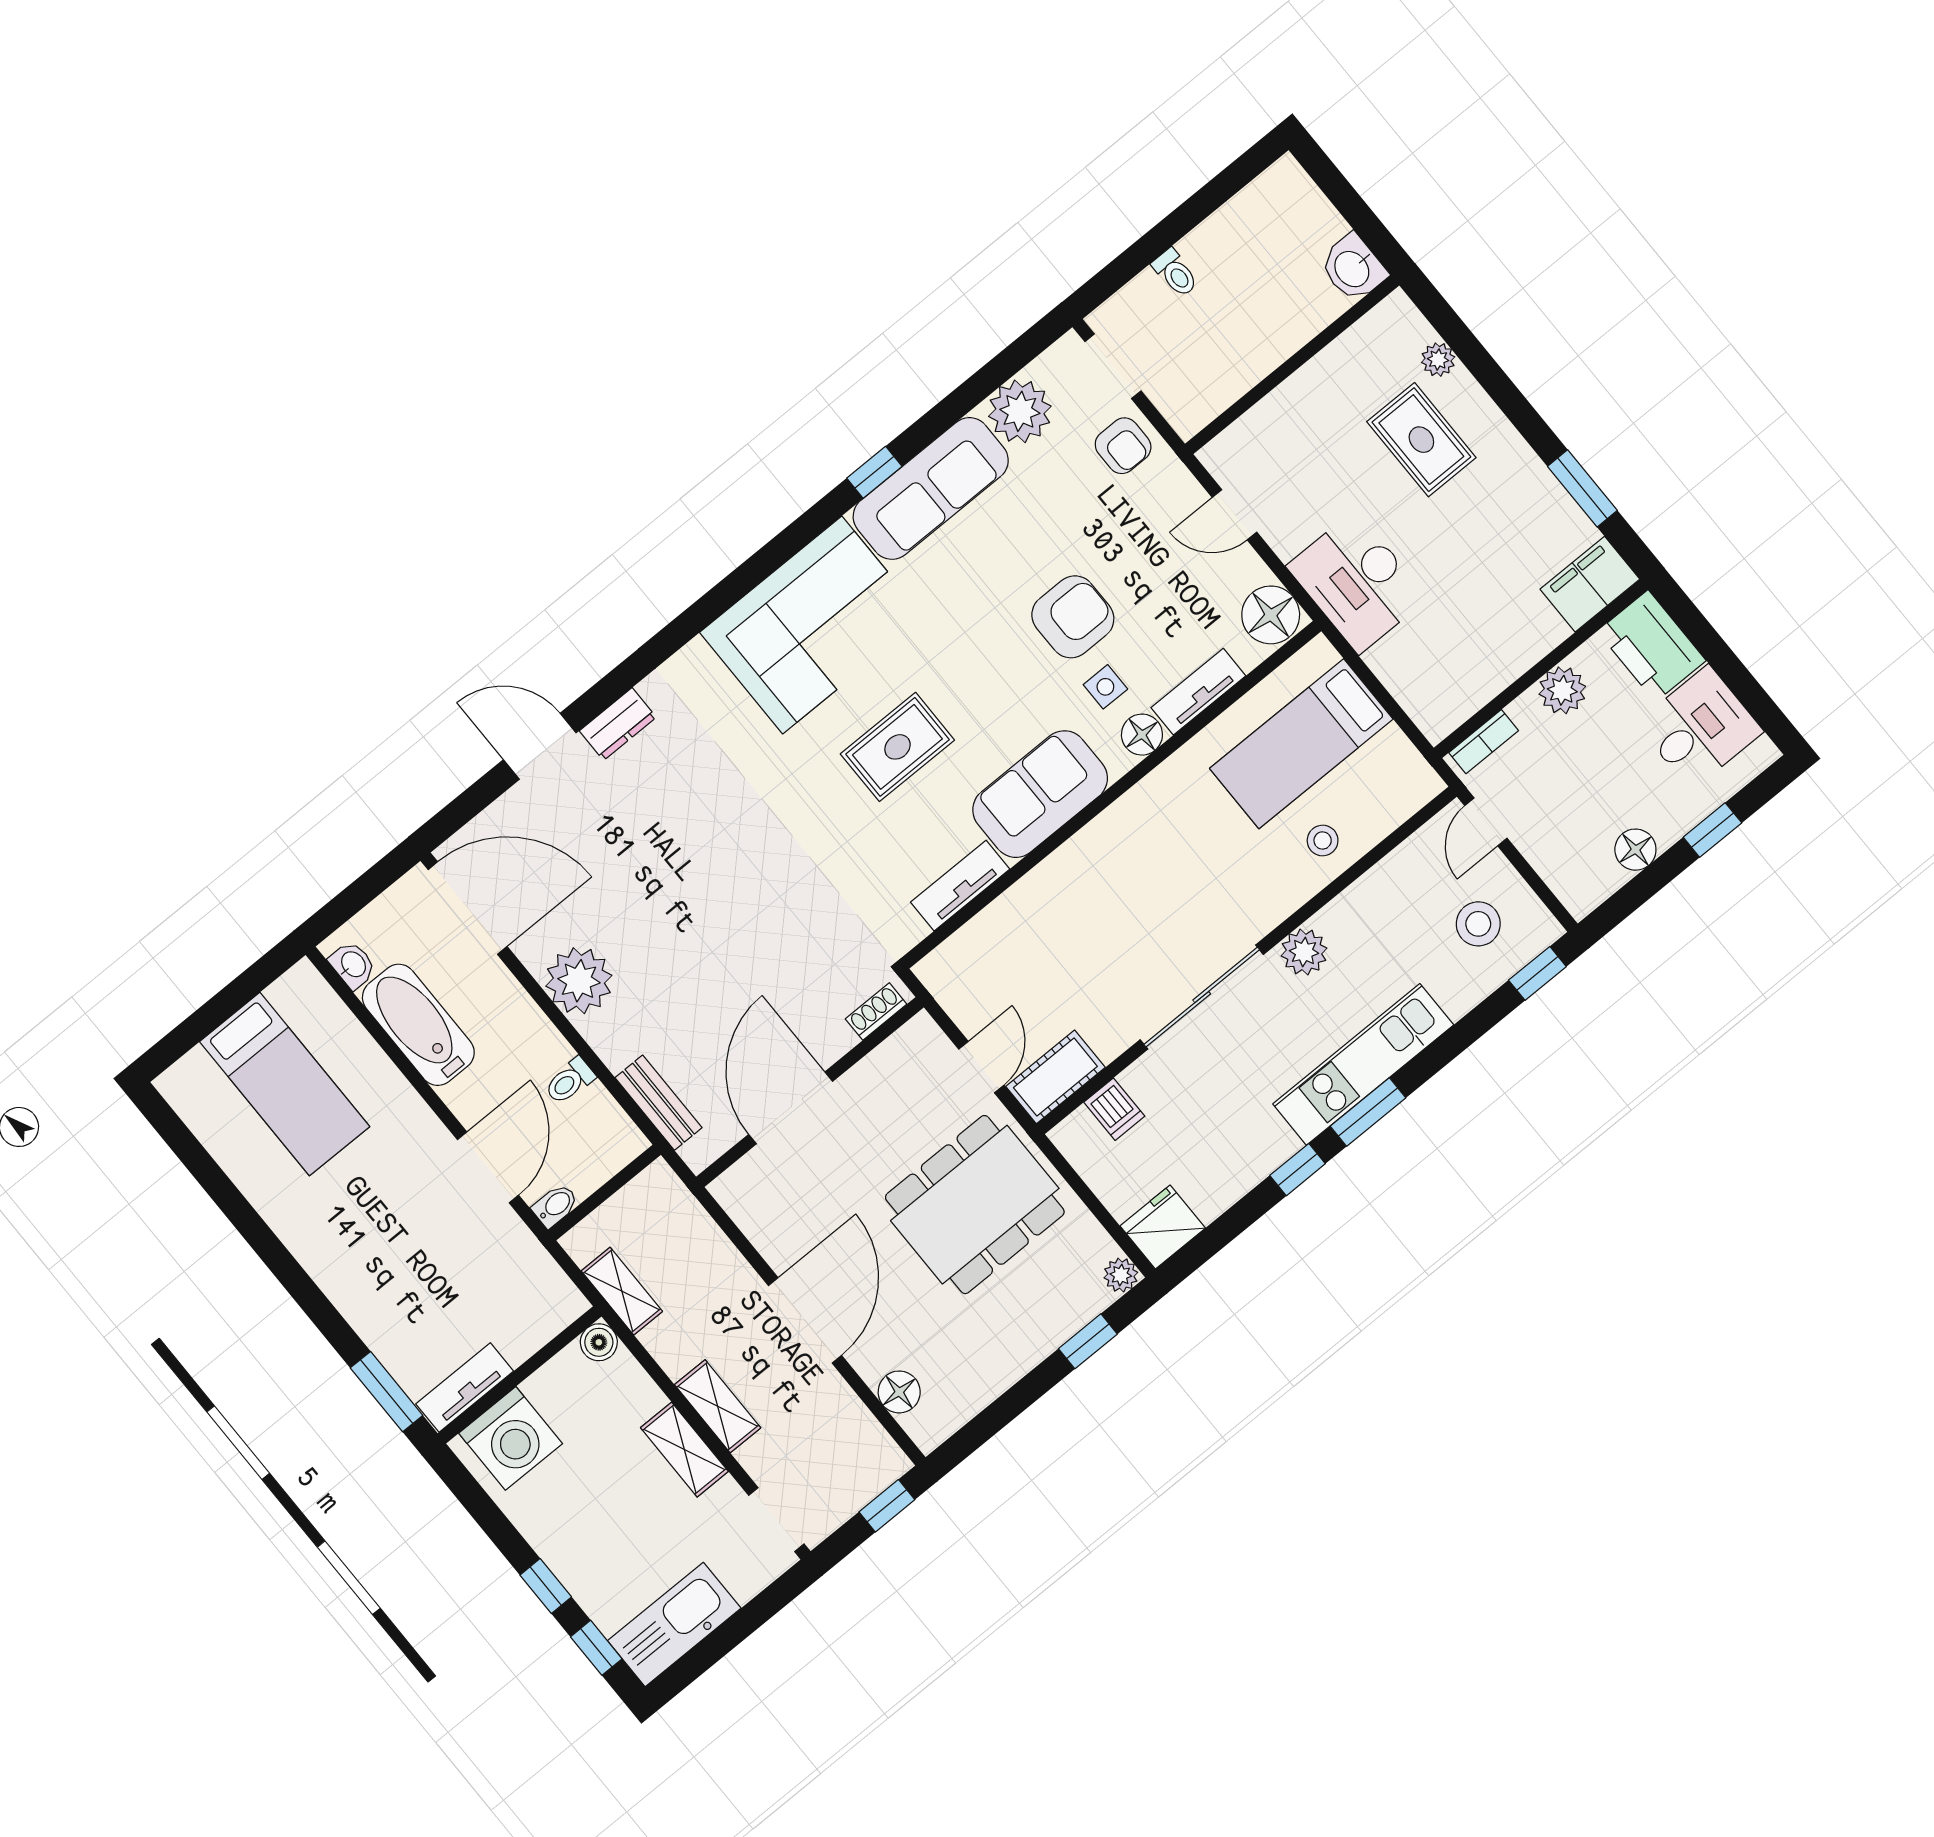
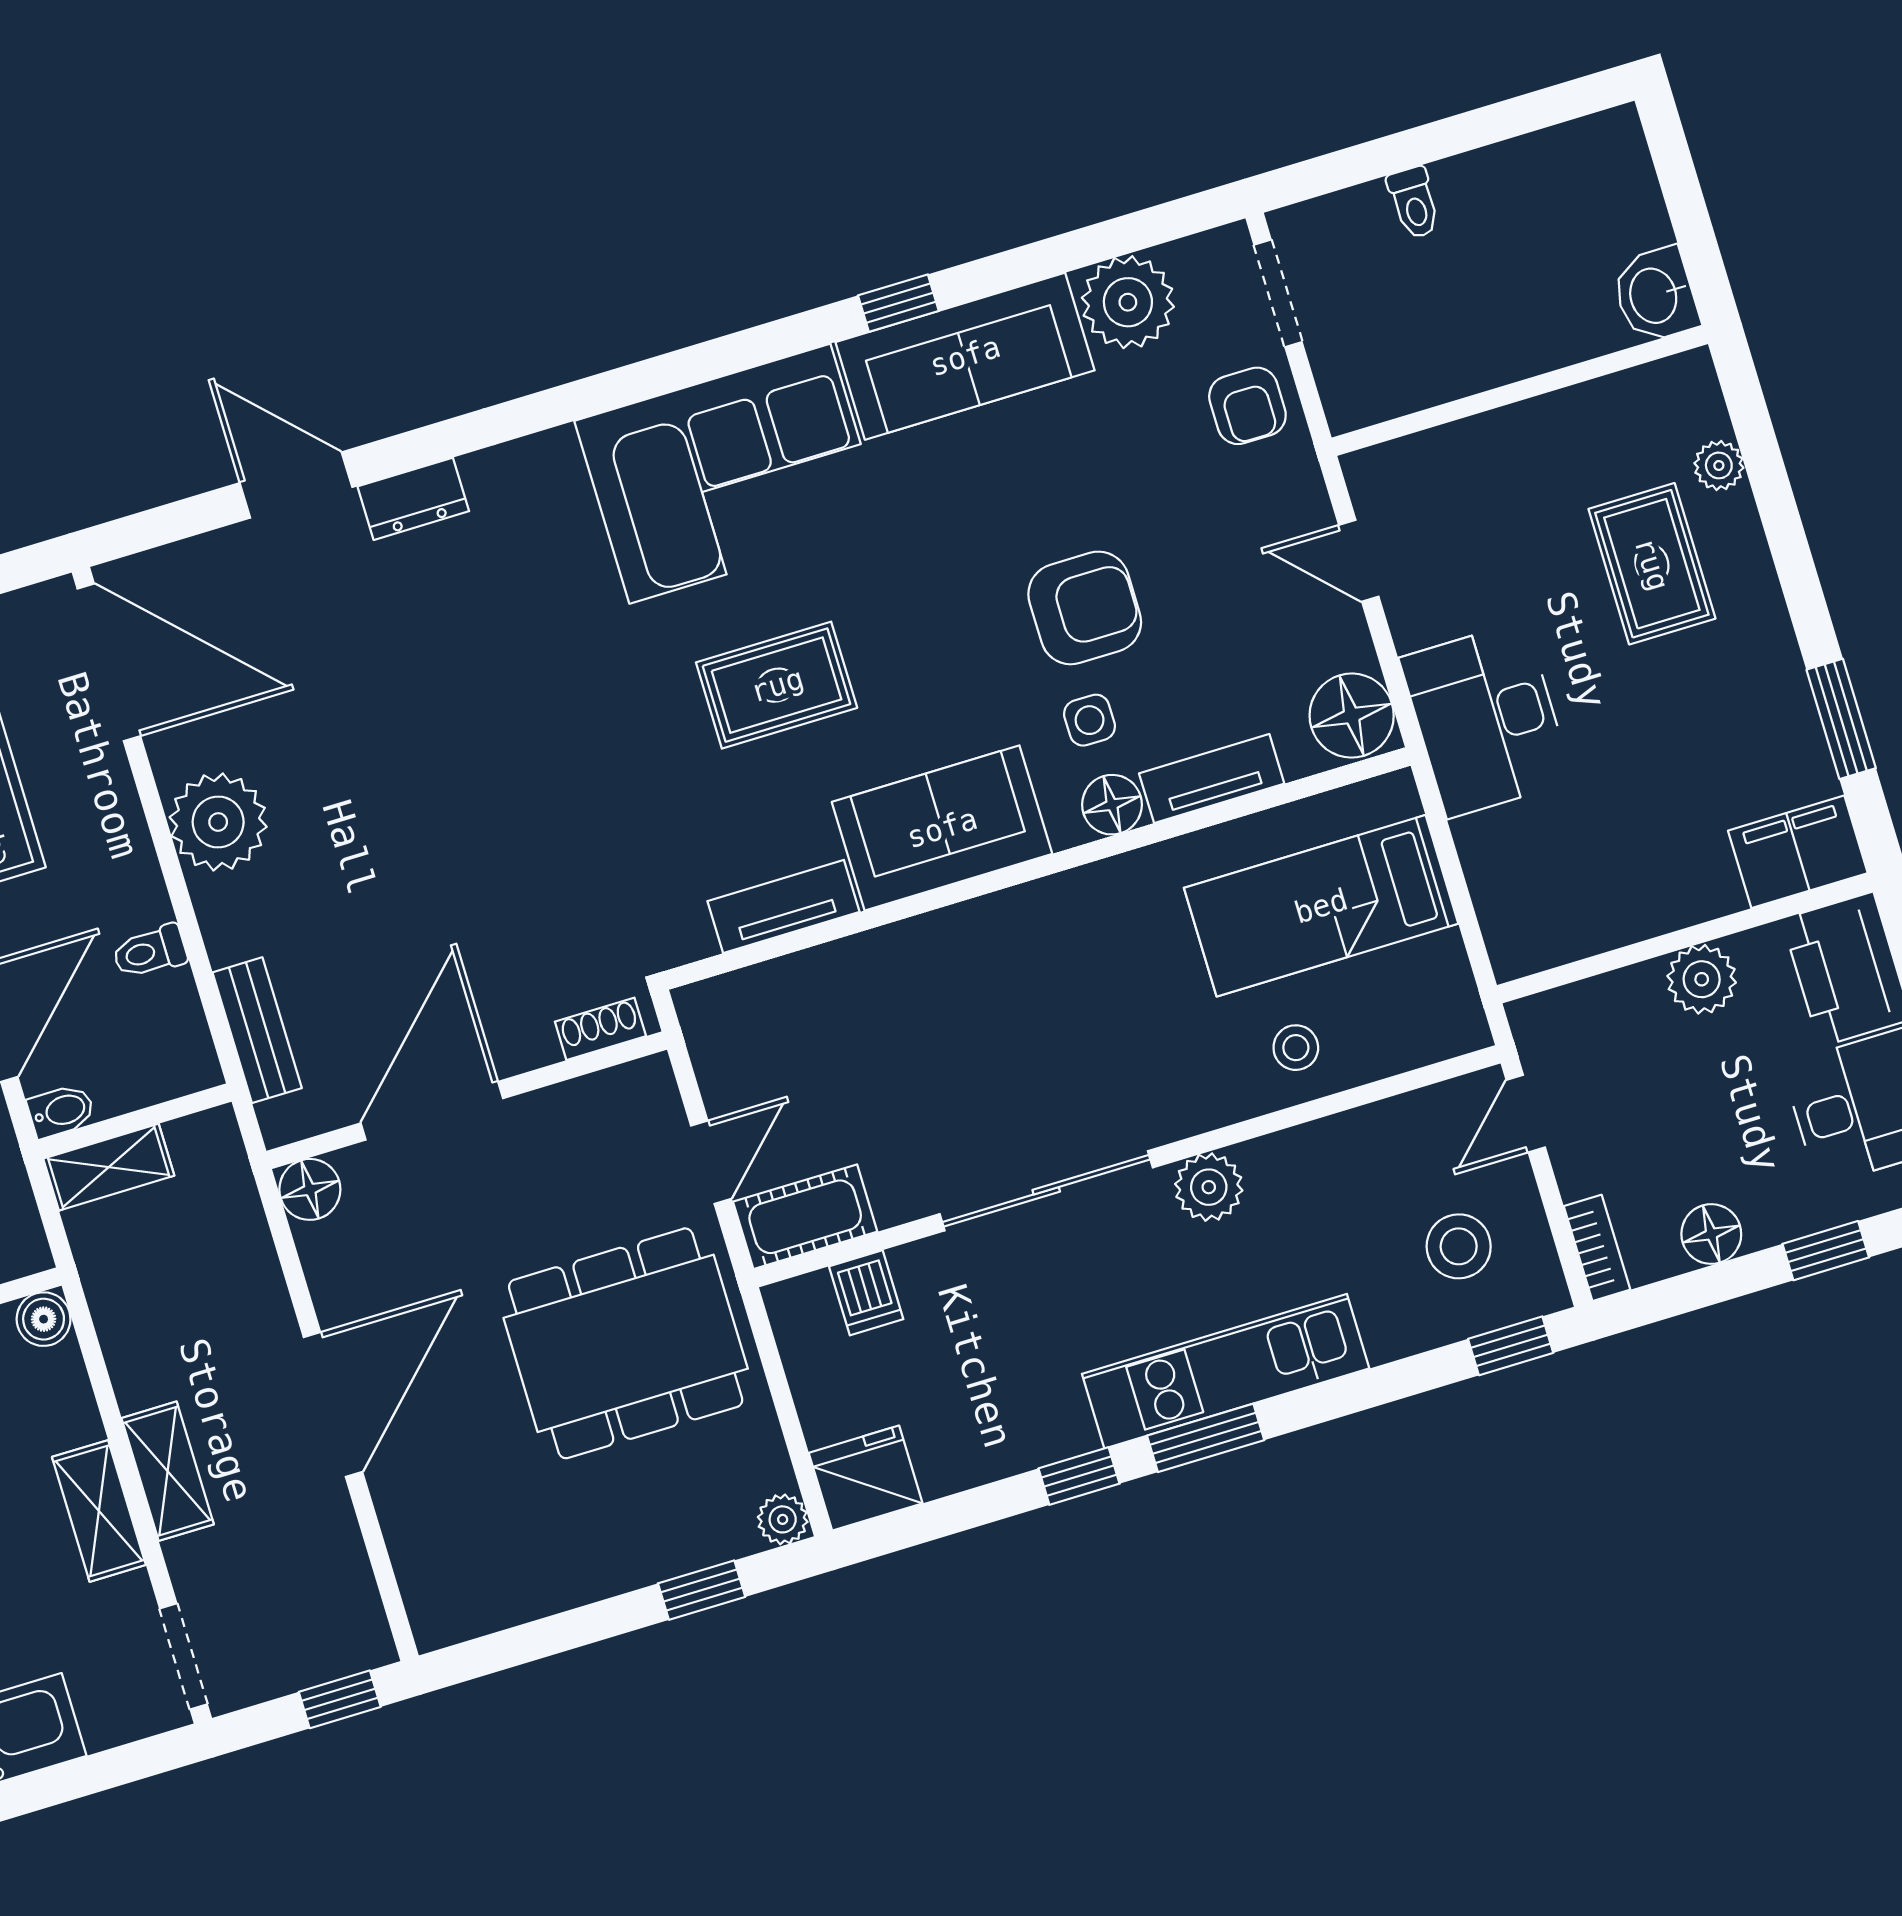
bookcase: (1484, 742) -> (1597, 1248), moved, turned -90
shelving: (622, 1291) -> (109, 1167), moved, turned 90
floor lamp: (899, 1392) -> (310, 1189), moved

